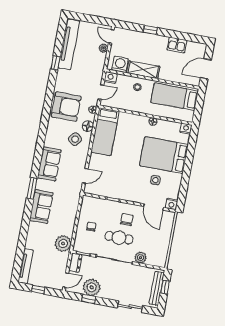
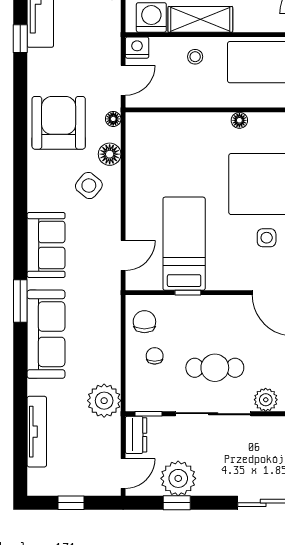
armchair: (66, 107) -> (59, 123), turned -90
bed: (105, 132) -> (184, 244), moved, turned 180
sofa: (41, 207) -> (46, 334), width x1.36
chair: (127, 220) -> (144, 322), moved
tv unit: (26, 266) -> (37, 432), moved

